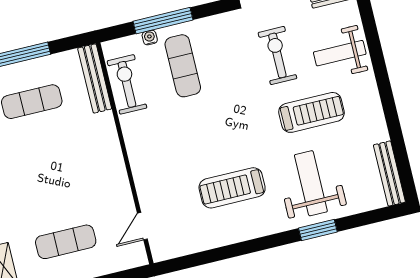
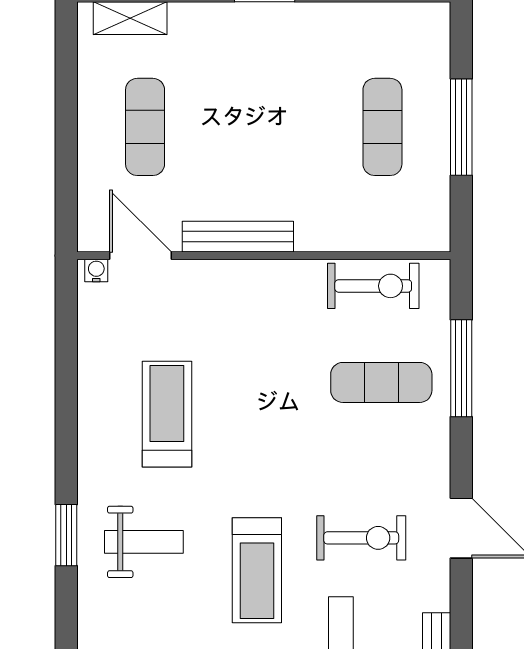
water cooler: (150, 38) -> (96, 271), moved, turned -90
bench: (95, 78) -> (238, 237), moved
weight bench: (311, 183) -> (144, 542), width x0.73, depth x0.75
door: (142, 226) -> (140, 256), width x1.38

